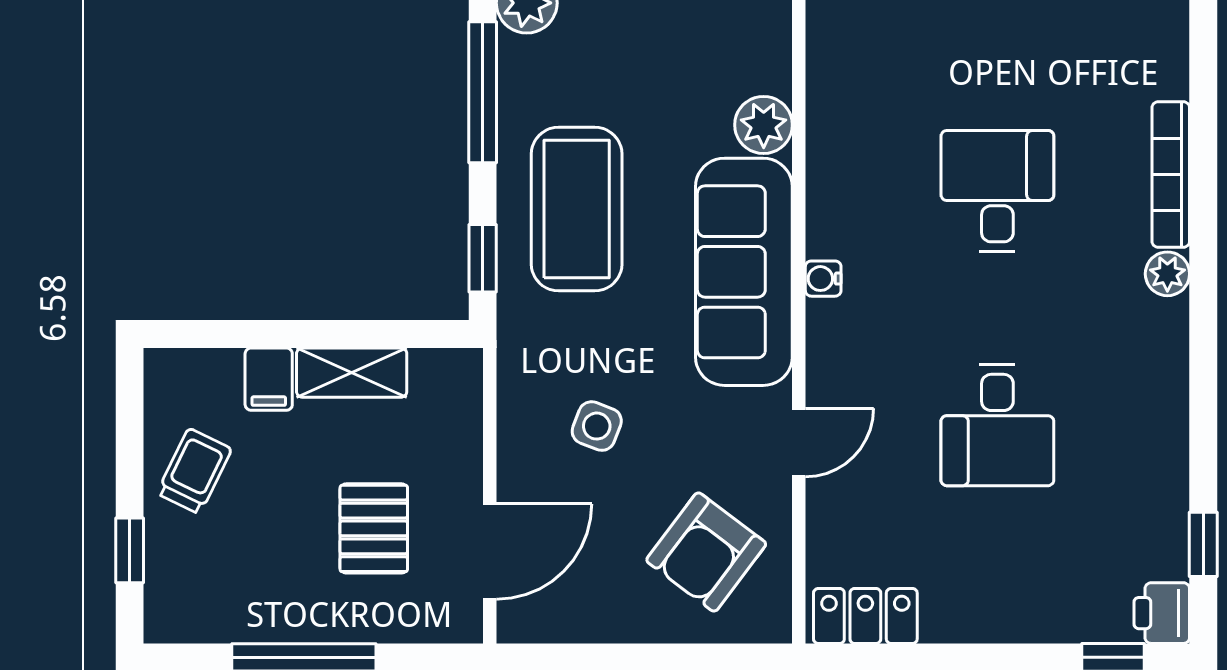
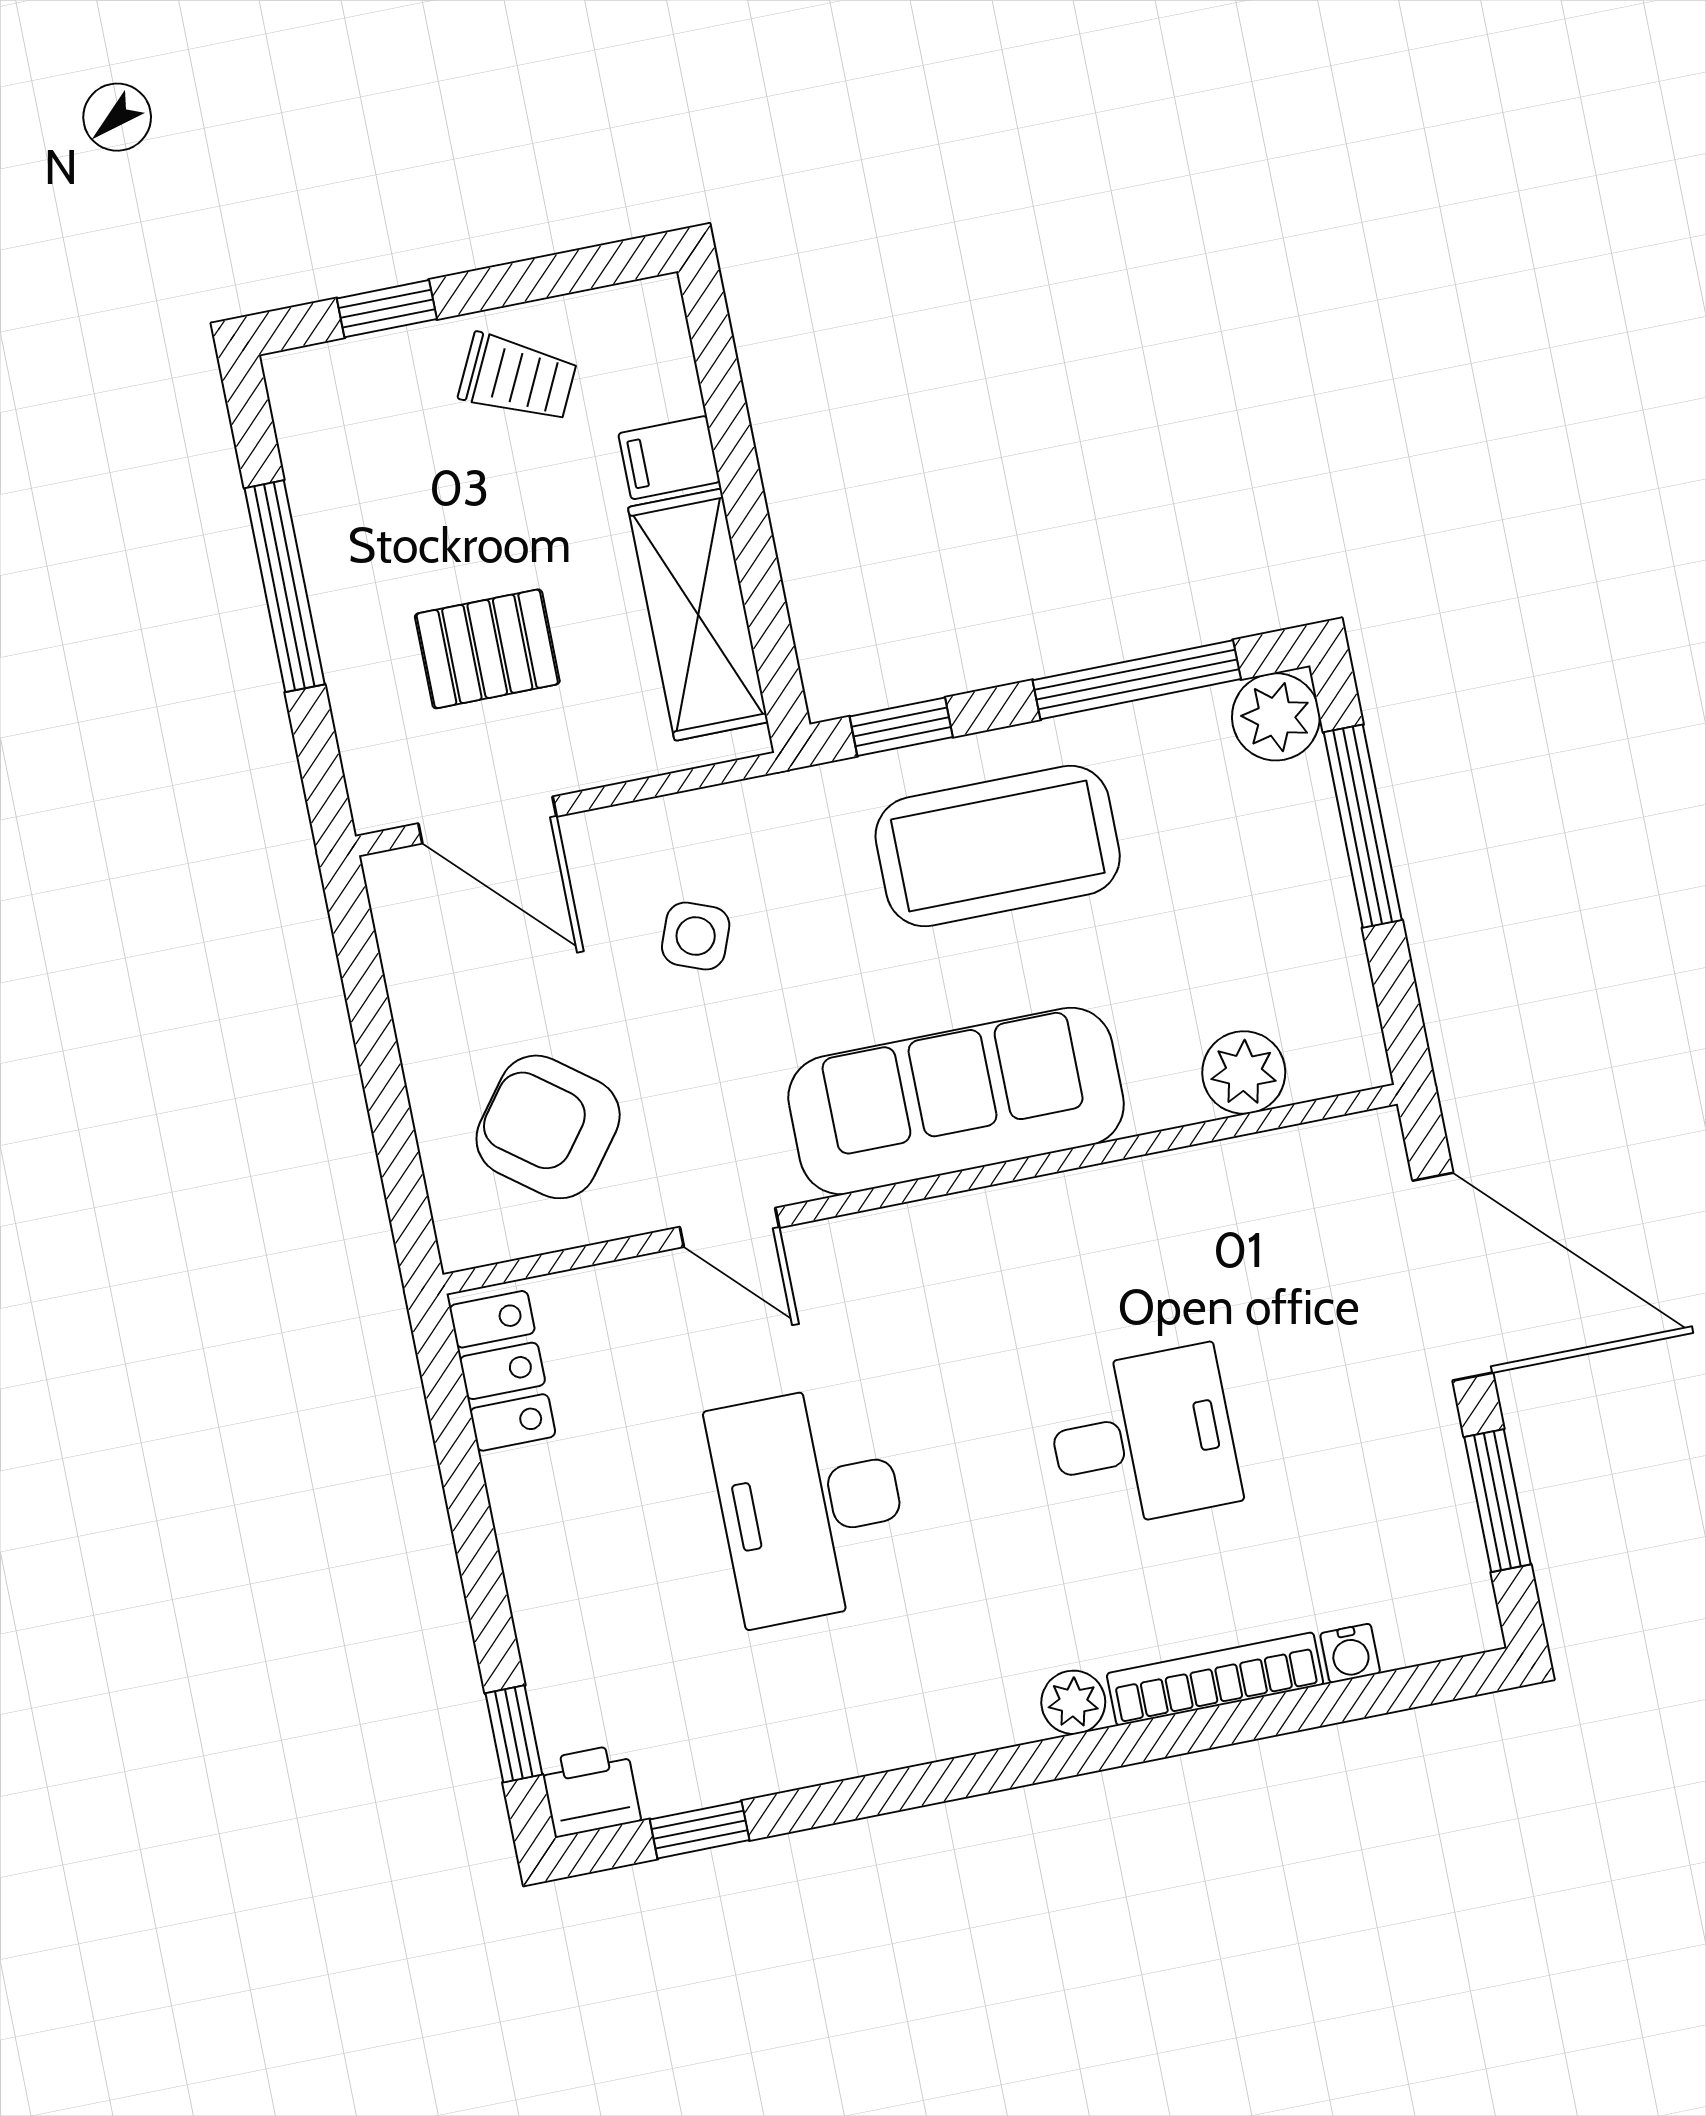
plant: (764, 125) -> (1244, 1073), moved
water cooler: (823, 279) -> (1350, 1653), moved, turned 180
shelving: (352, 373) -> (698, 615), width x1.50, depth x1.33
desk: (997, 425) -> (810, 1504), width x1.37

